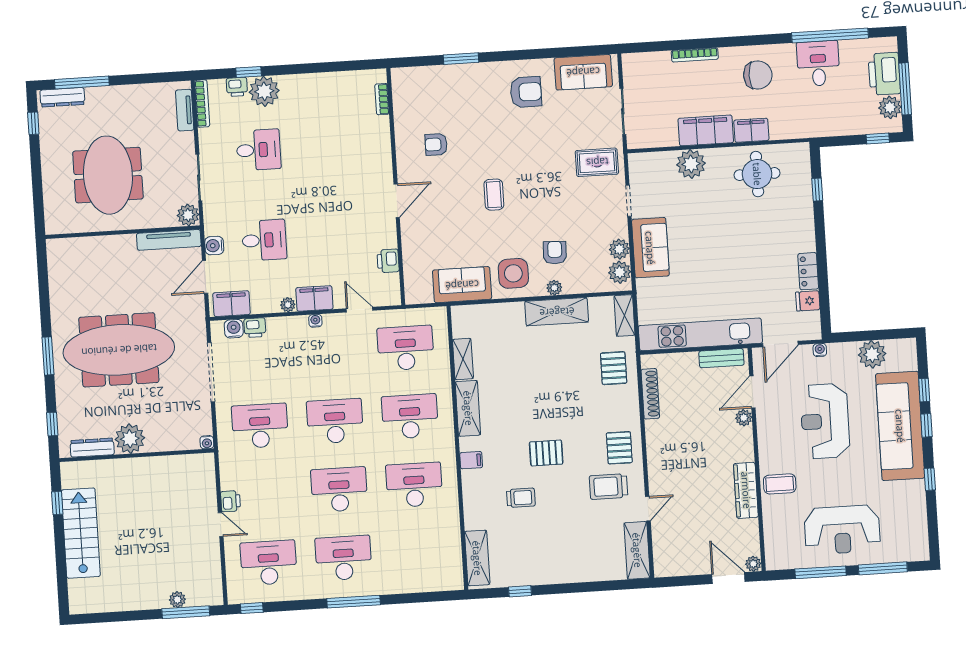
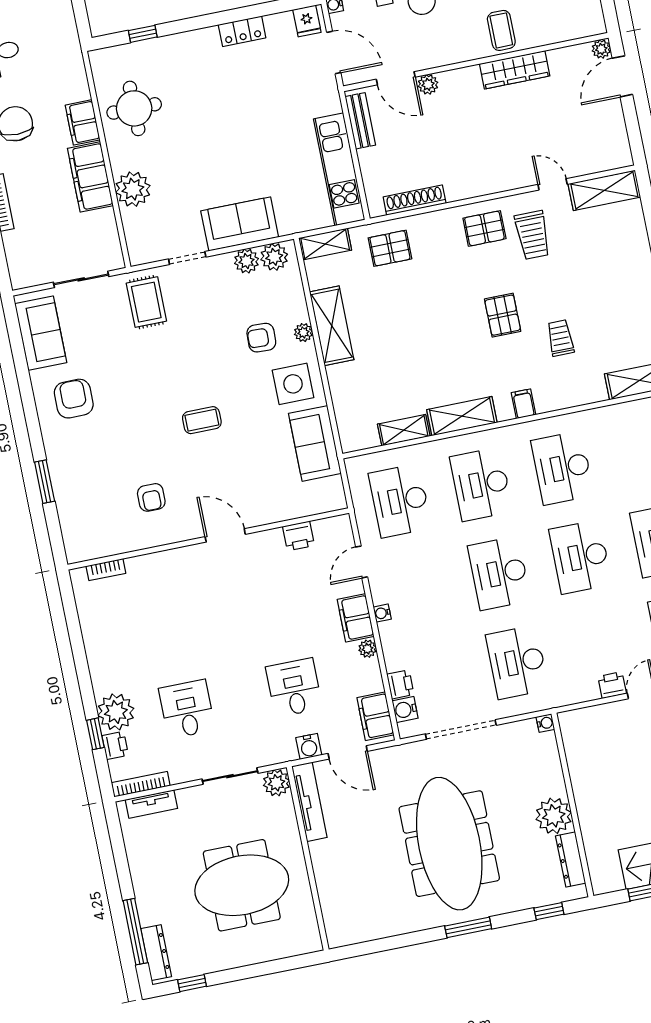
fridge: (808, 301) -> (307, 21), moved
kitchen unit: (700, 334) -> (339, 169), width x0.73

